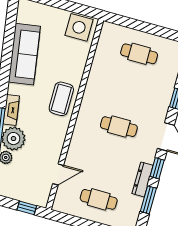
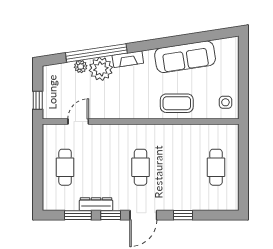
side table: (79, 27) -> (225, 102), width x0.54, depth x0.54
coffee table: (61, 99) -> (177, 103), moved
door: (58, 175) -> (78, 122), swing flipped

